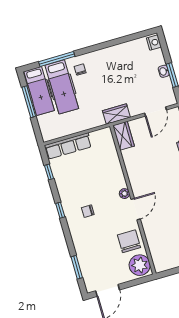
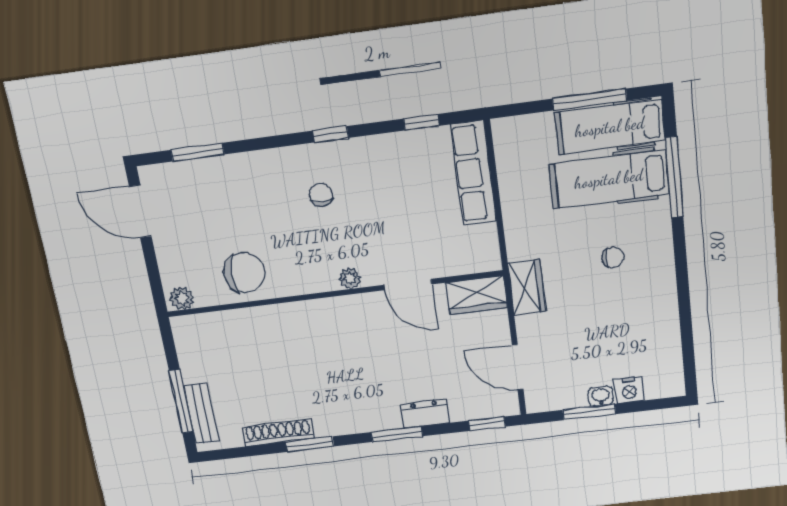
nightstand: (154, 42) -> (629, 390), moved
chair: (80, 70) -> (613, 257), moved
door: (136, 209) -> (408, 285), moved
plant: (140, 265) -> (182, 298), width x0.53, depth x0.53

